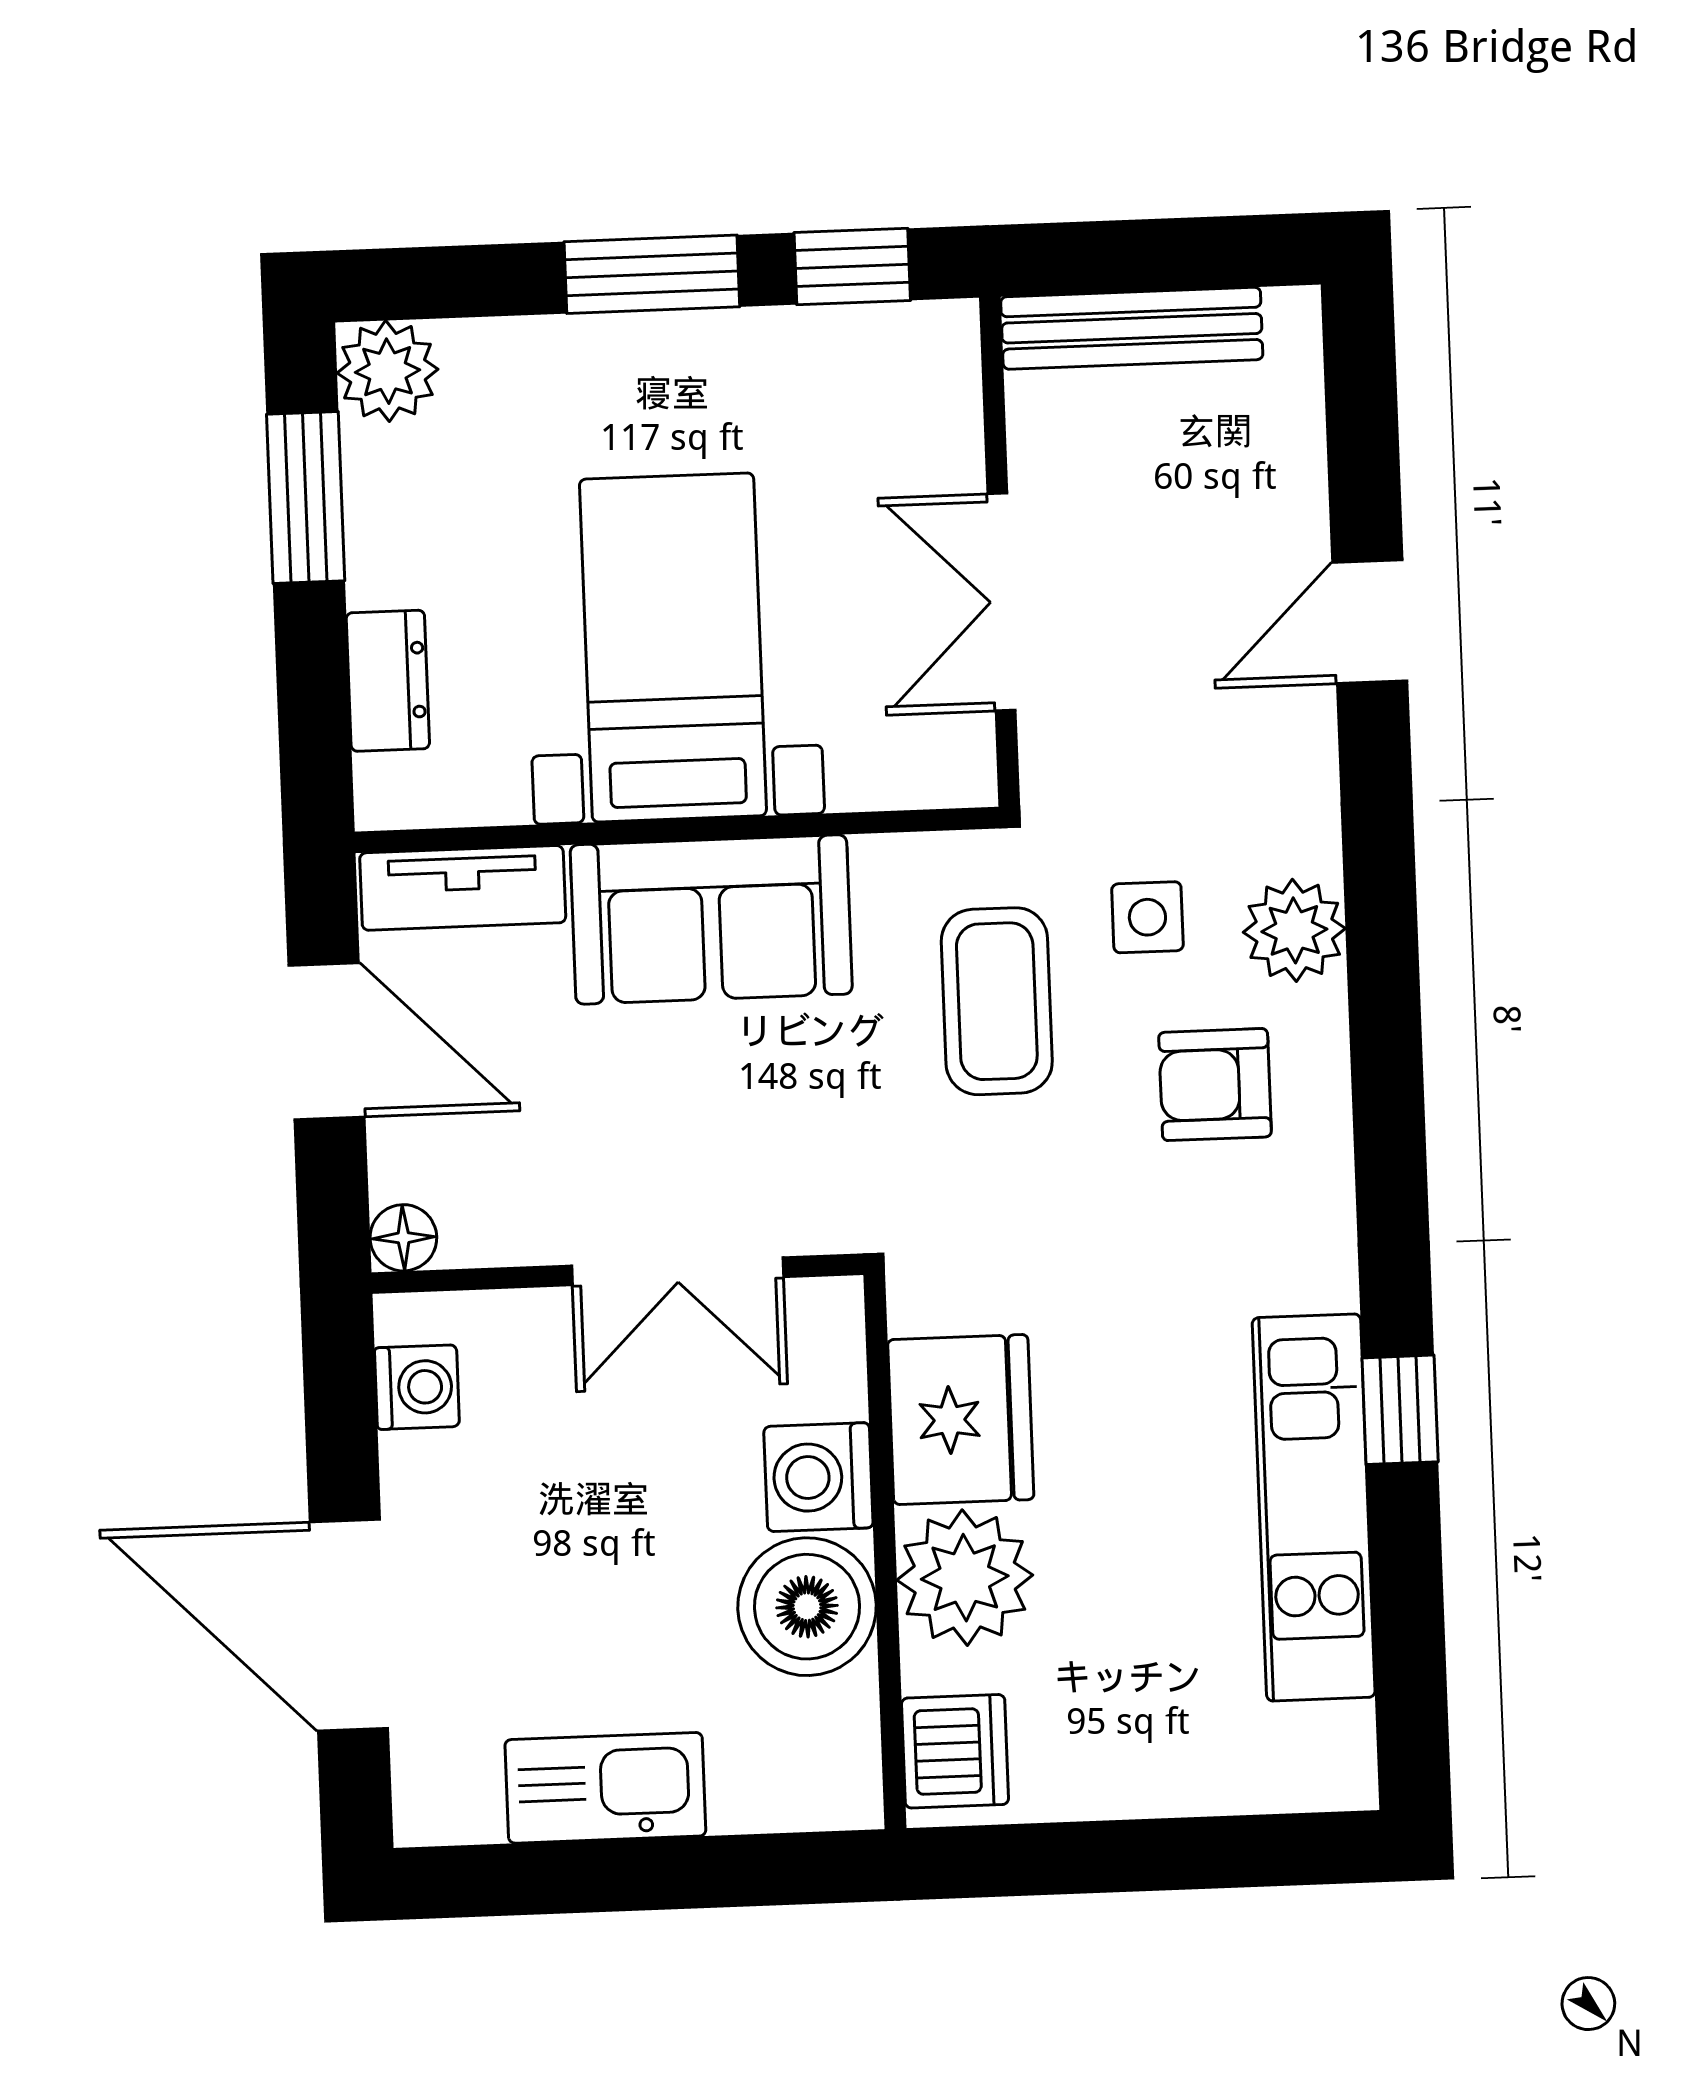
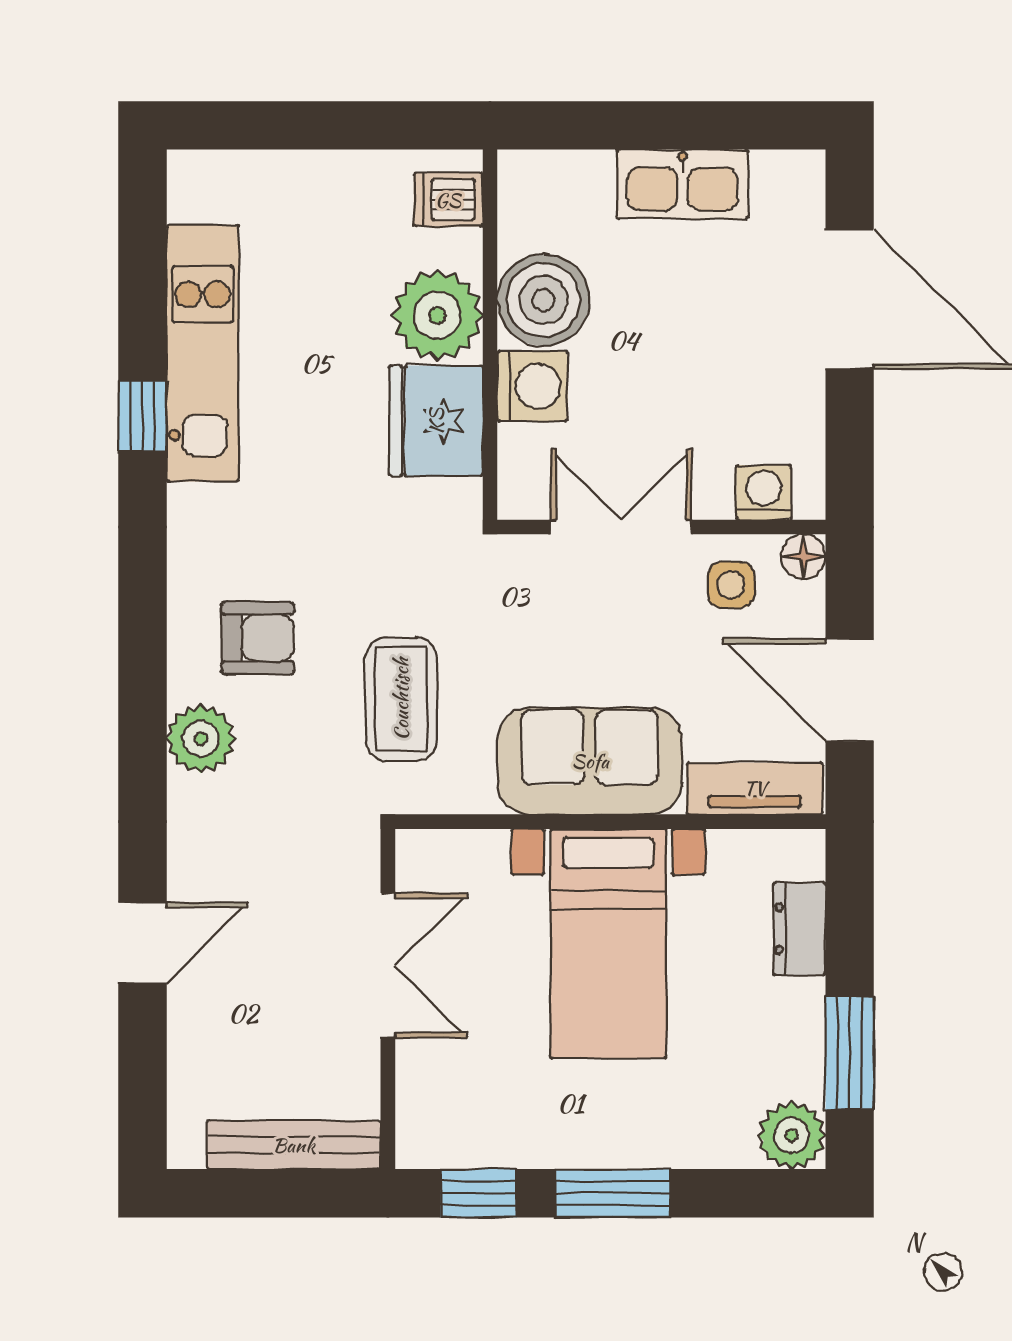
side table: (1147, 917) -> (731, 585), moved
washing machine: (417, 1387) -> (764, 492), moved, turned 90
dishwasher: (955, 1751) -> (448, 200), width x0.73

